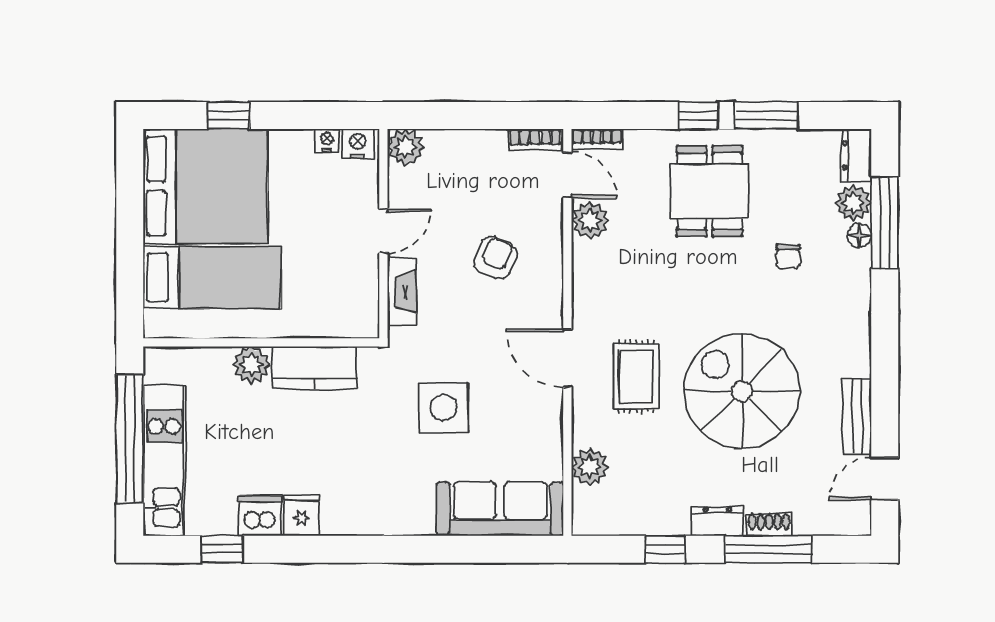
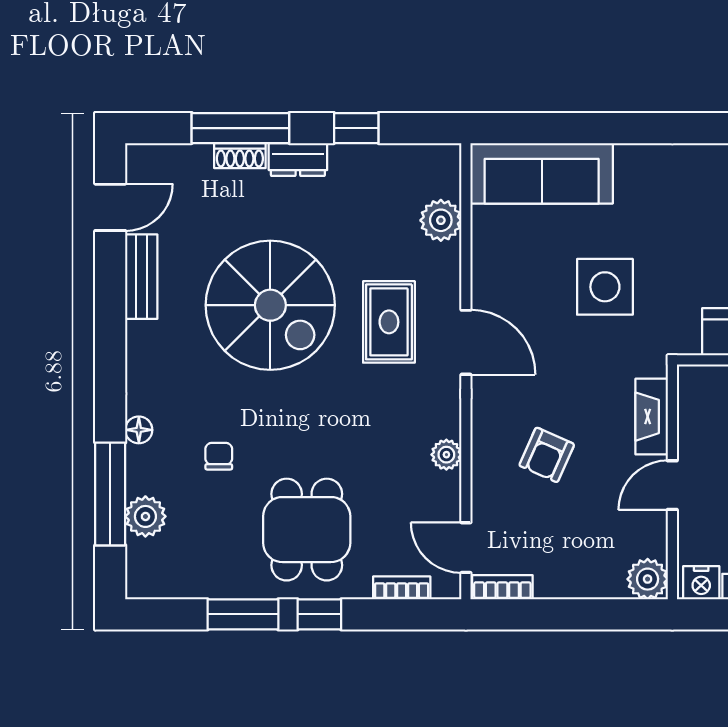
bookcase: (597, 139) -> (402, 588), moved
dresser: (856, 155) -> (142, 570), removed
plant: (590, 220) -> (446, 455), moved, width x0.73, depth x0.73
floor lamp: (859, 236) -> (139, 430), moved

